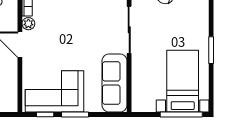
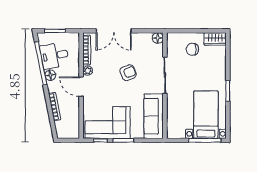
armchair: (81, 26) -> (128, 73), added

